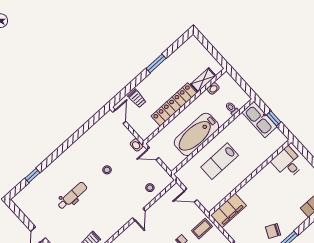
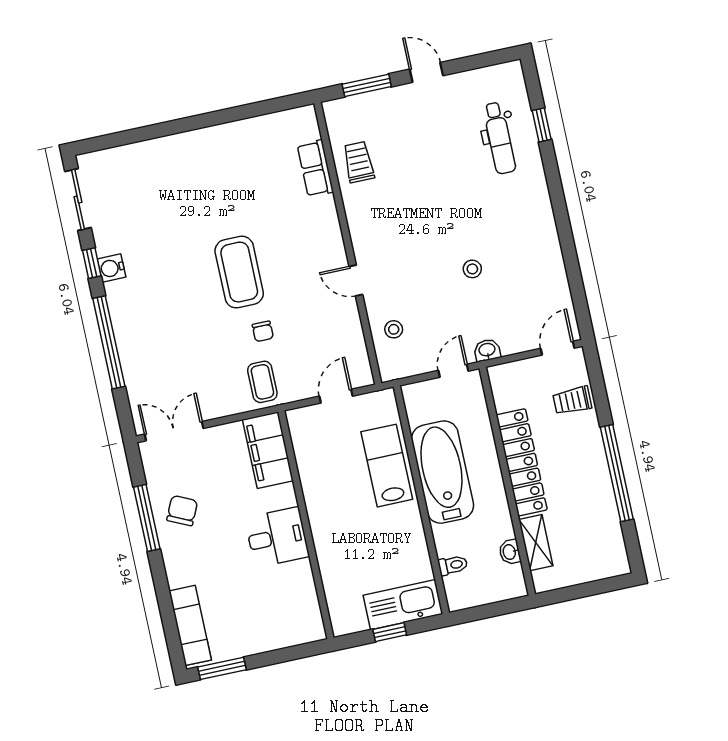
window: (156, 63) -> (617, 473), width x2.11
door: (119, 117) -> (558, 348), swing flipped
lab bench: (220, 161) -> (387, 466), moved
desk: (288, 163) -> (277, 537), moved
dental chair: (72, 196) -> (499, 138), moved

